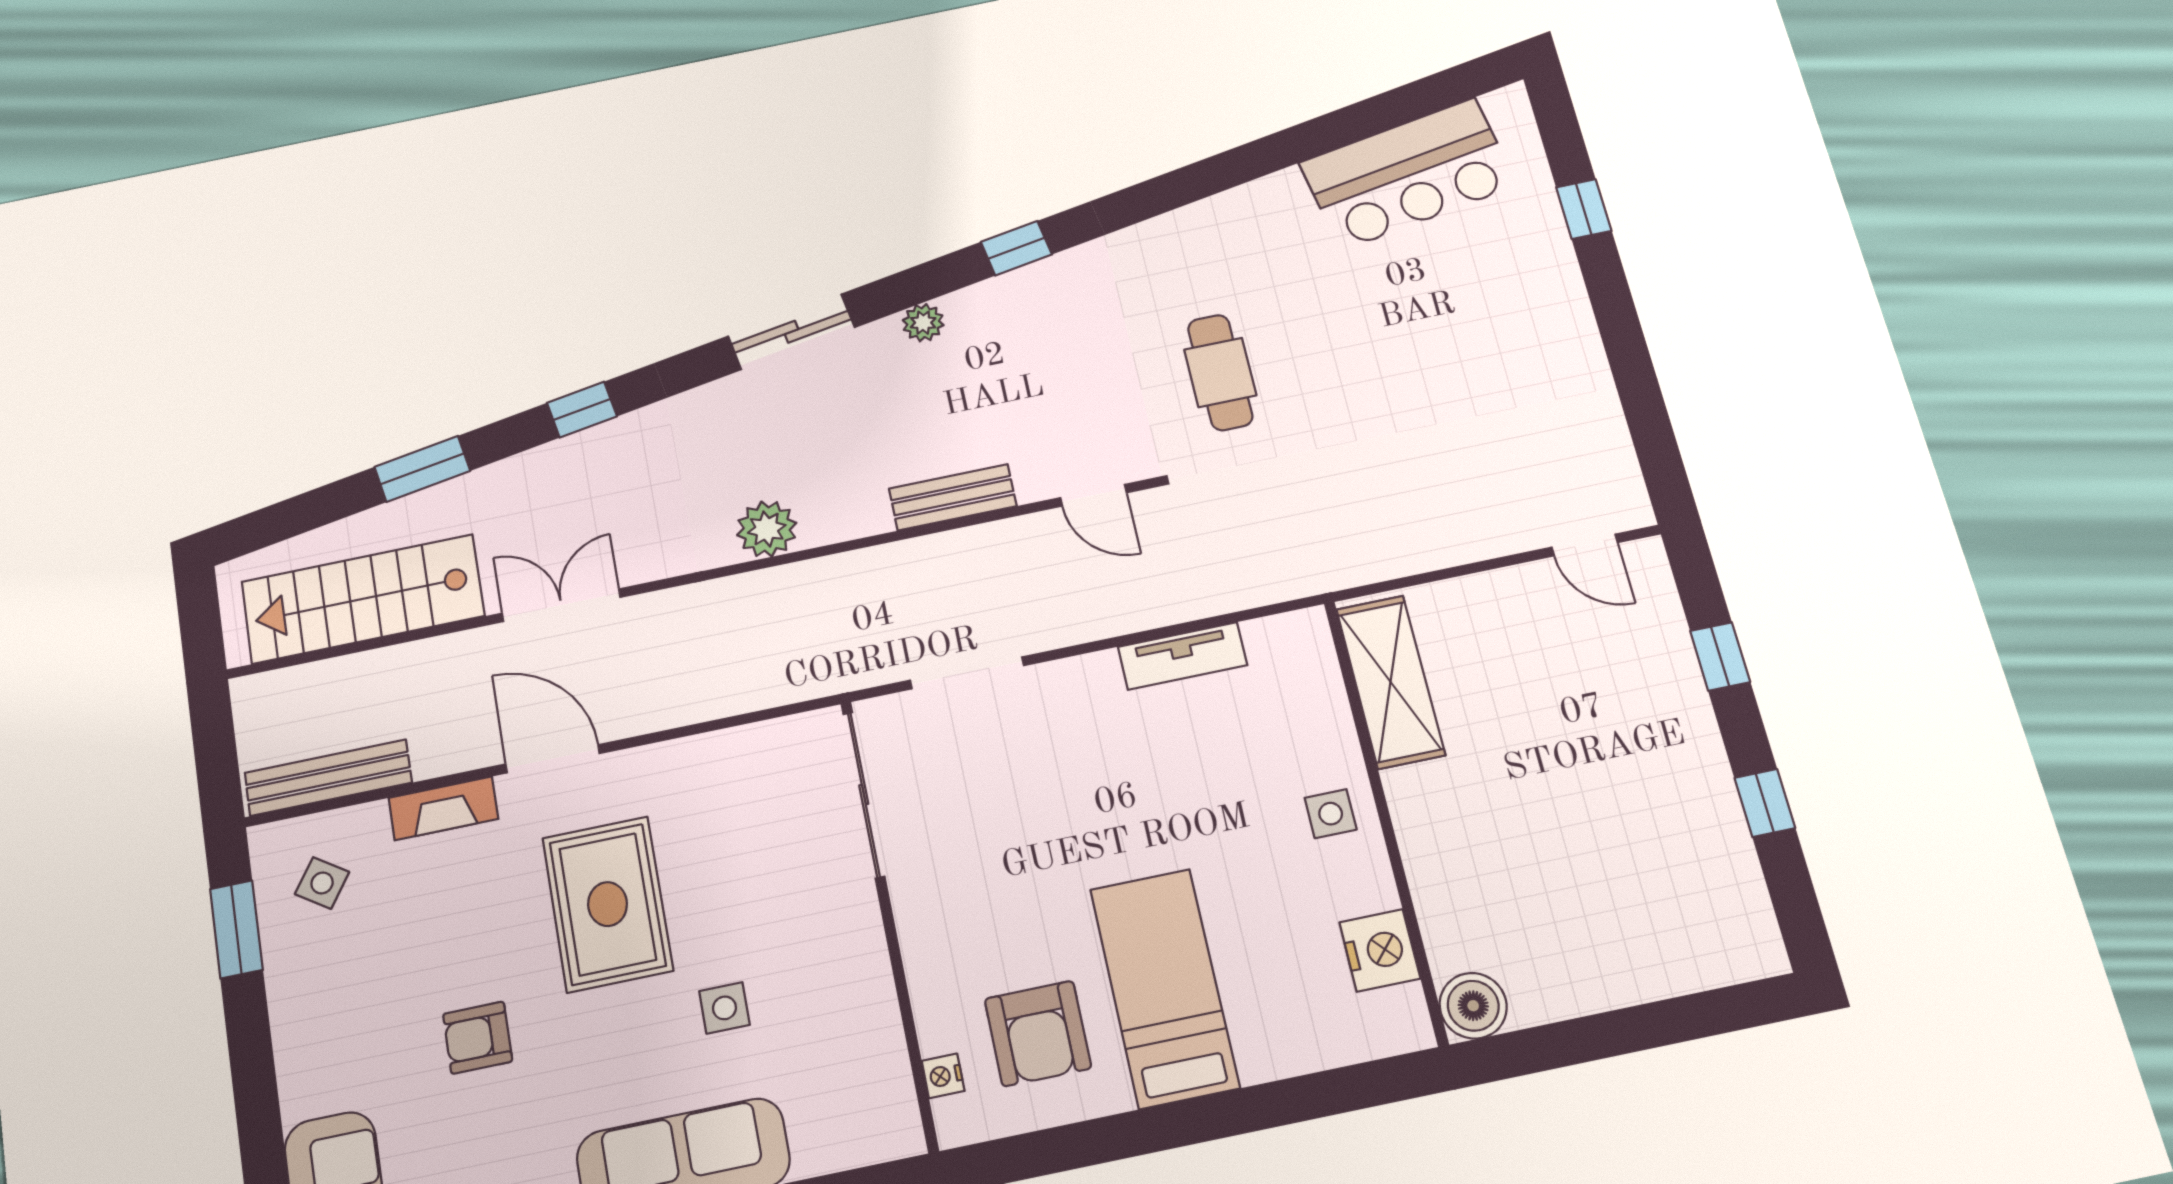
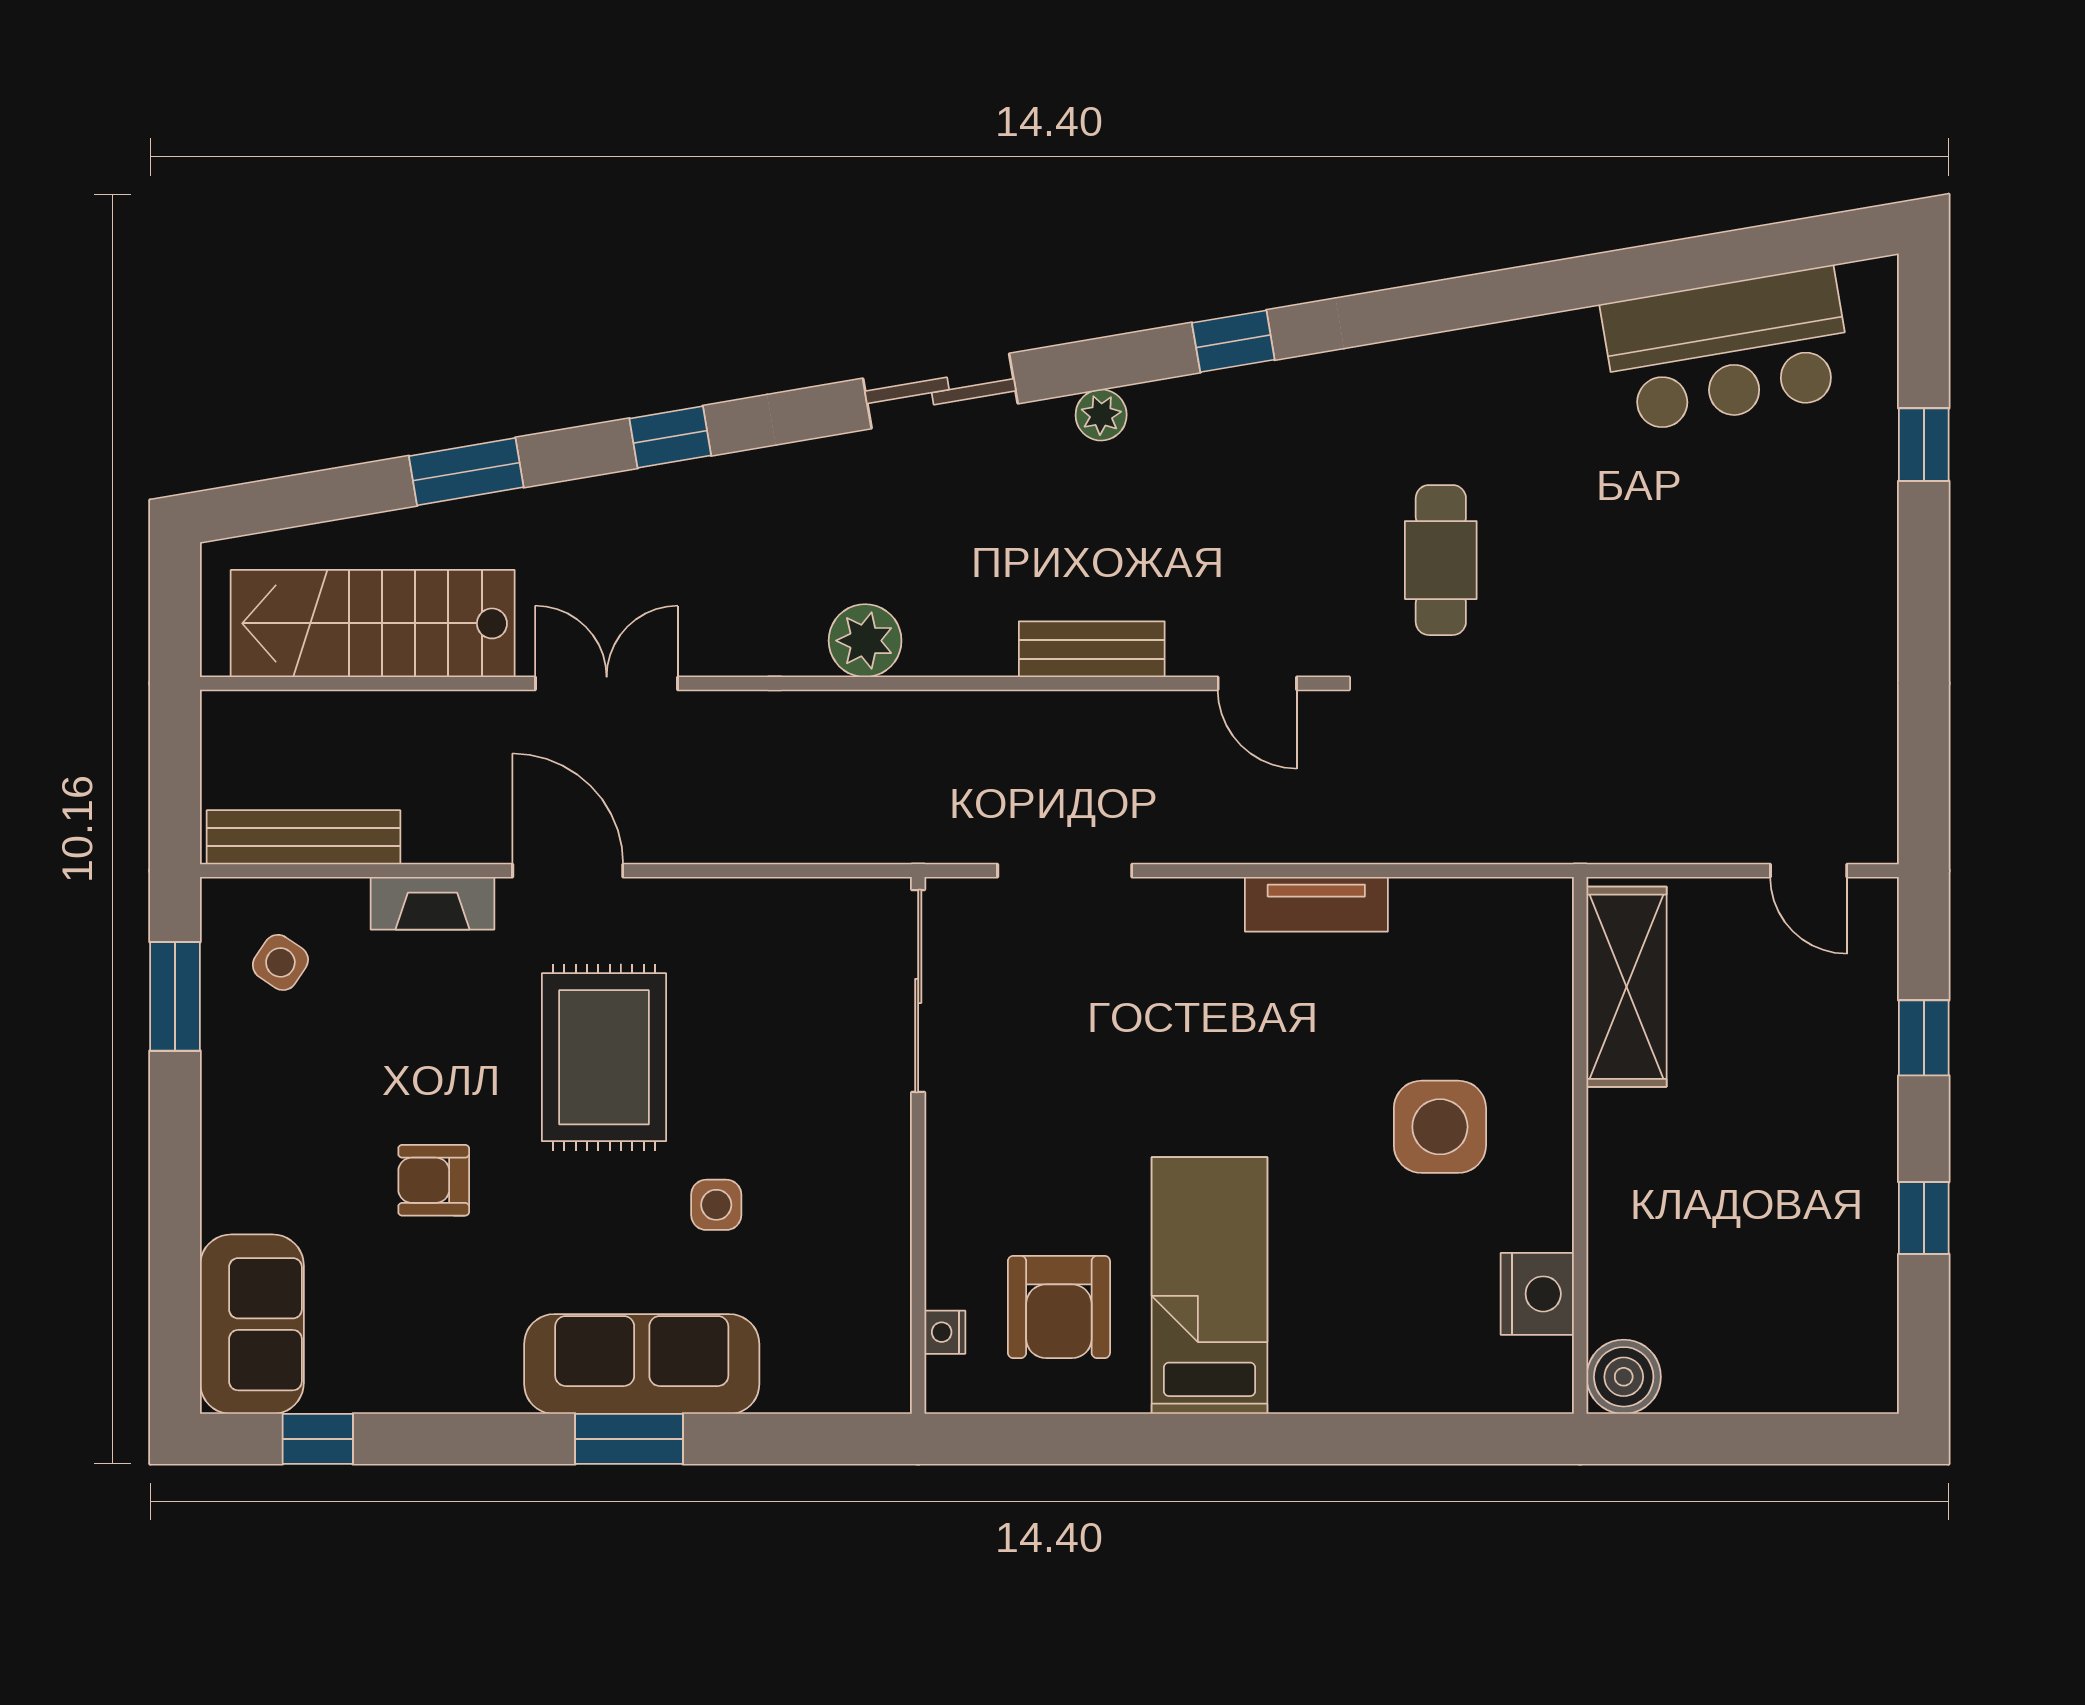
shelving: (1390, 682) -> (1627, 987), moved
side table: (1331, 814) -> (1440, 1127), width x1.87, depth x1.87
wall: (1385, 819) -> (1580, 1145), moved
nightstand: (1380, 950) -> (1537, 1294), moved
boiler: (1473, 1006) -> (1624, 1377), moved

